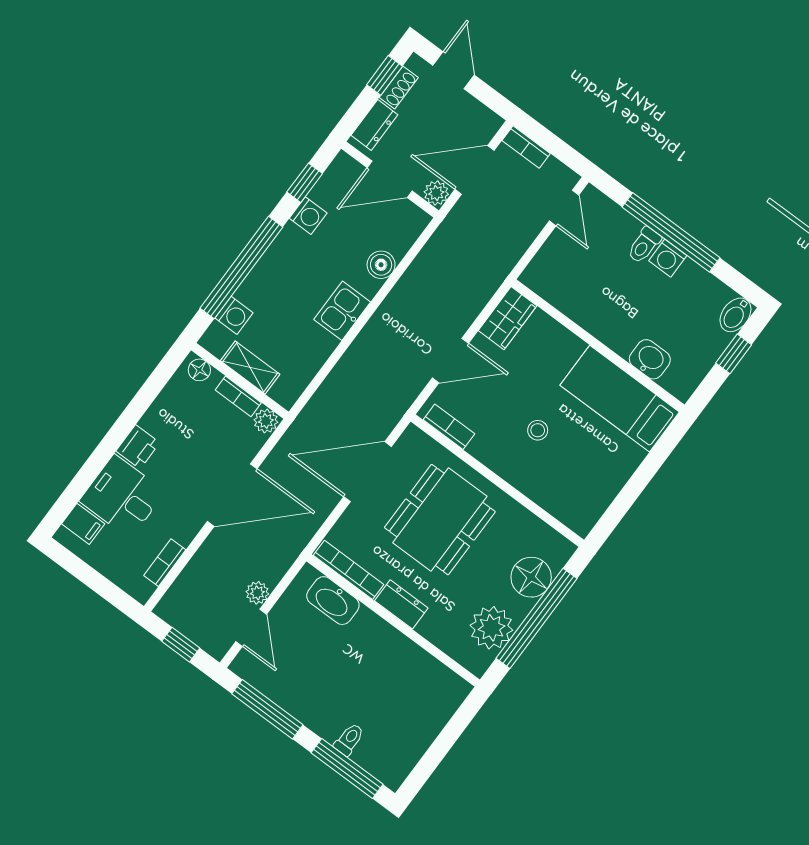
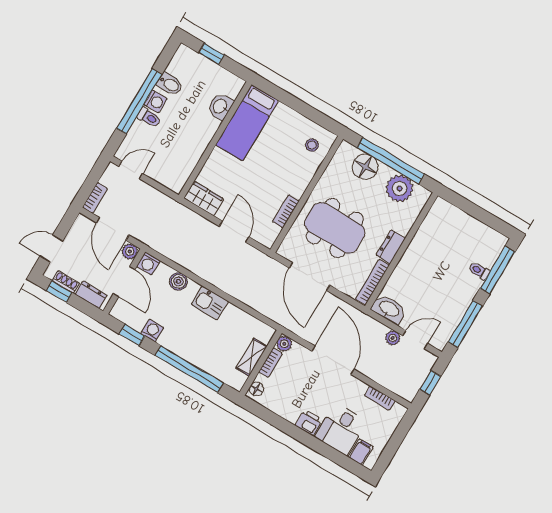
washing machine: (234, 315) -> (148, 263), moved, turned 180
bidet: (735, 315) -> (170, 84), moved
bookcase: (449, 427) -> (286, 211), moved
stool: (538, 430) -> (312, 145), moved
washbasin: (333, 601) -> (389, 309), moved, turned -90

